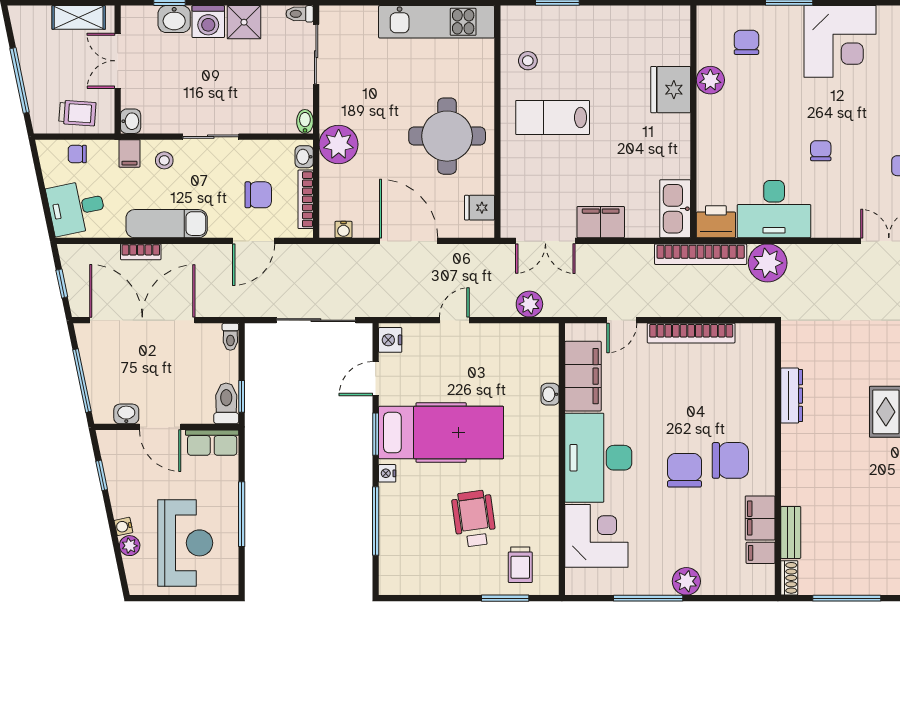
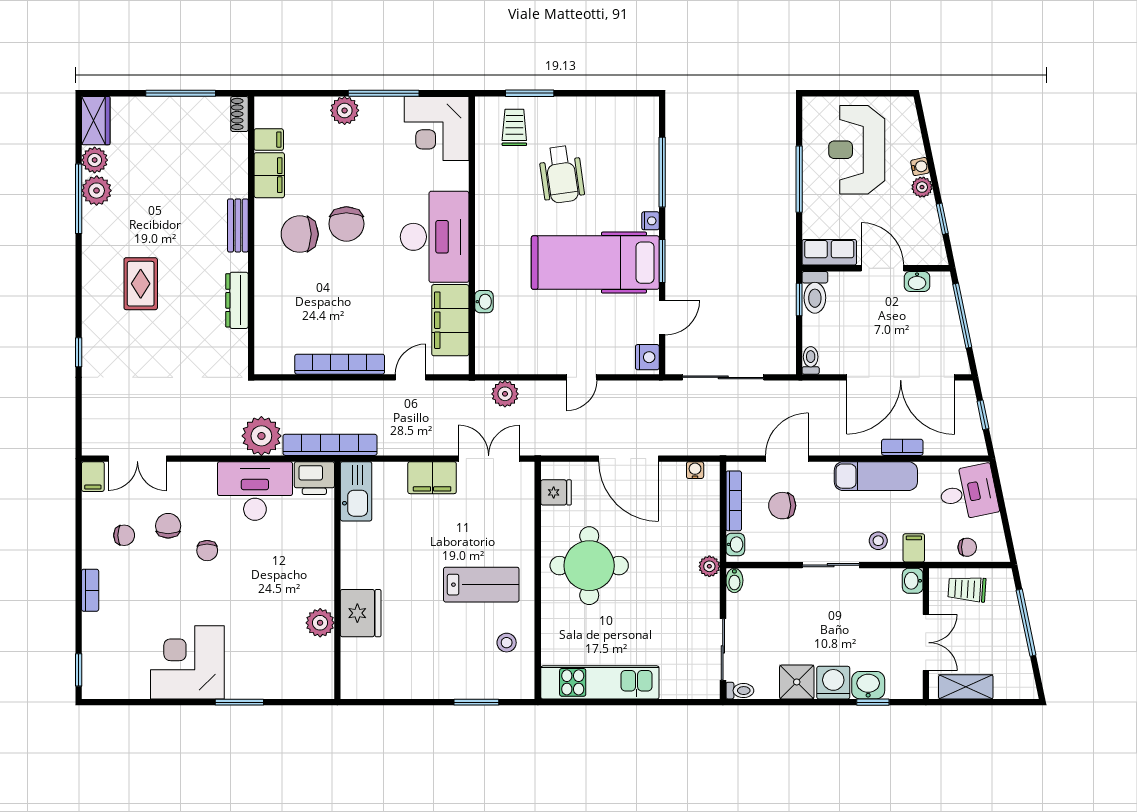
chair: (746, 42) -> (168, 526), moved, turned 180
plant: (339, 144) -> (709, 566), width x0.53, depth x0.53
bench: (791, 532) -> (238, 225), moved
corner desk: (596, 536) -> (437, 128), moved
plant: (130, 546) -> (922, 187), moved

